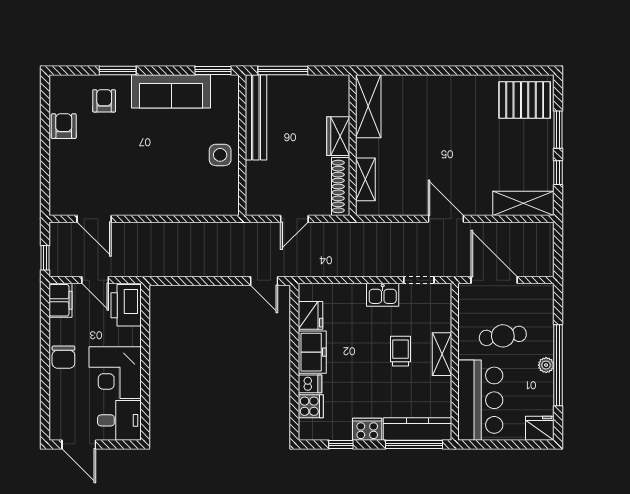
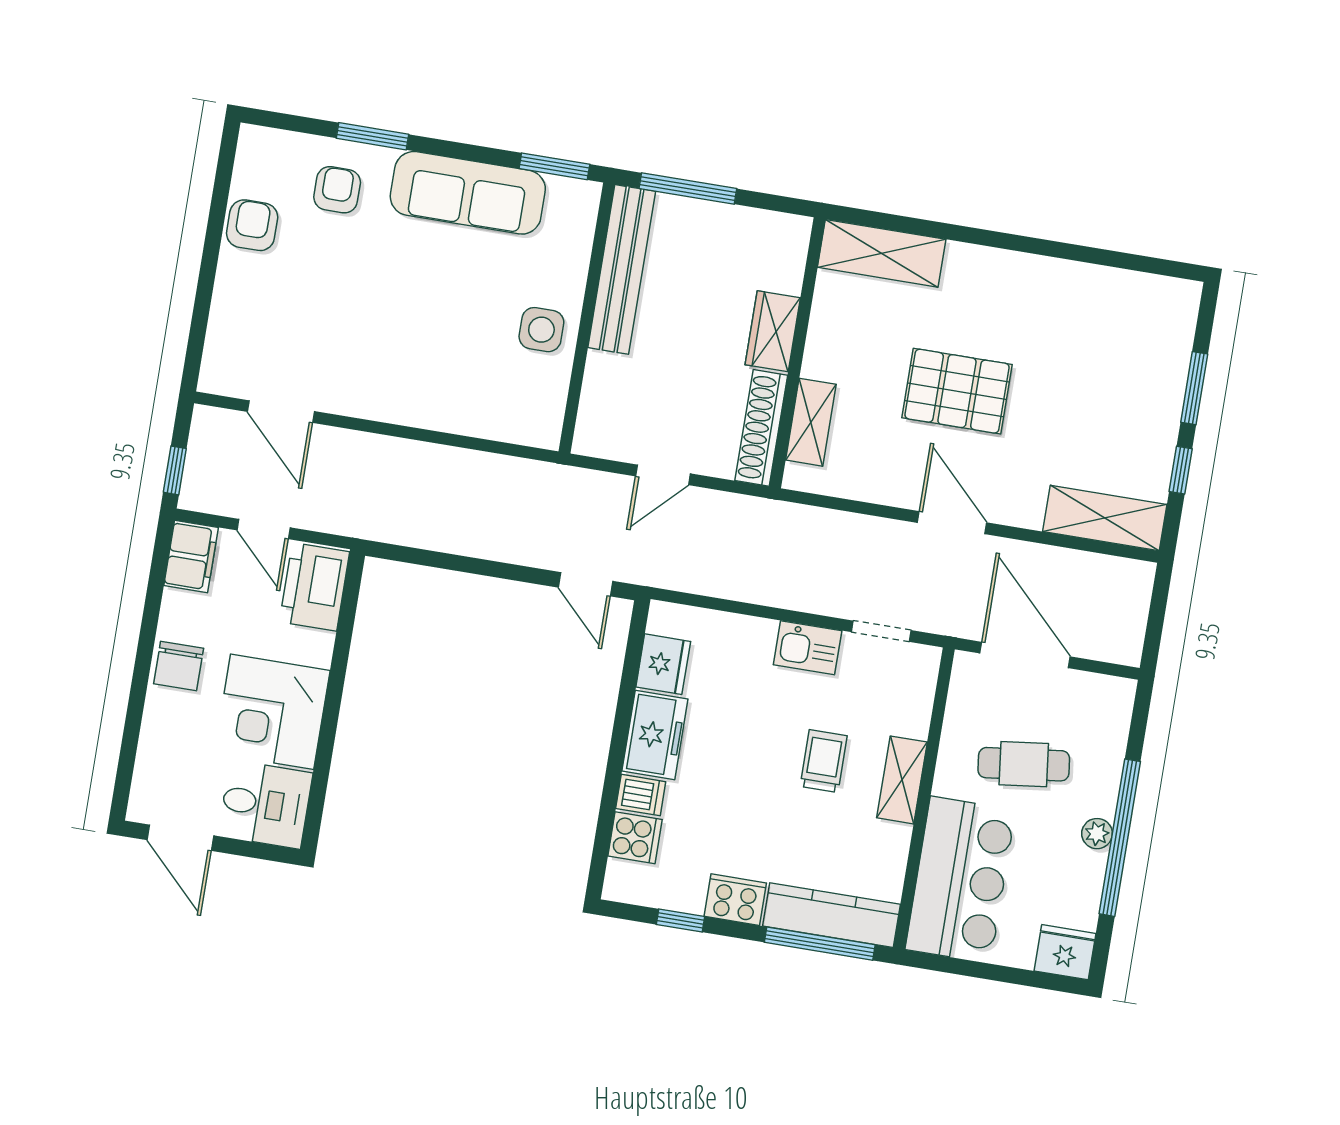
pallet: (525, 100) -> (957, 391), moved
shelving: (368, 106) -> (882, 253), moved, turned 90

